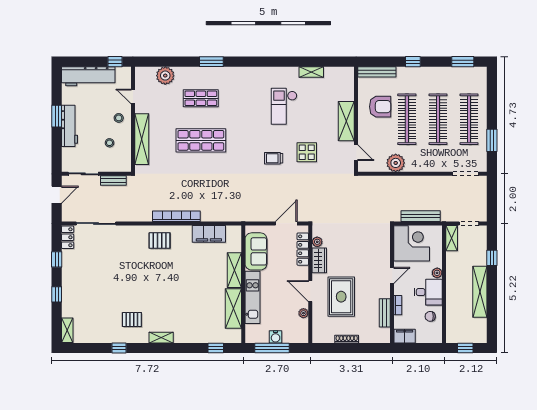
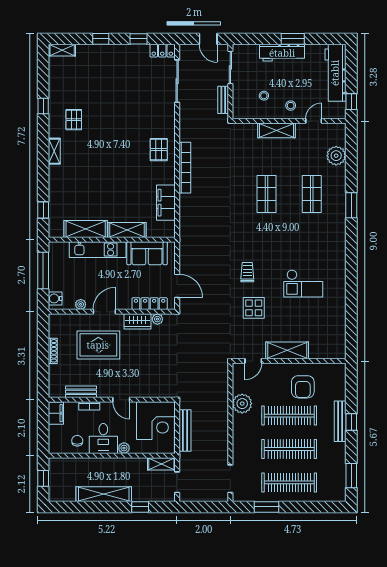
shelving: (311, 72) -> (340, 313), removed
bench: (377, 72) -> (340, 421), moved
checkout: (284, 106) -> (303, 283), turned 180
shelving: (142, 139) -> (277, 130), width x0.68
shop shelf: (201, 140) -> (267, 194), width x0.70, depth x0.74
water cooler: (276, 337) -> (55, 298), moved

